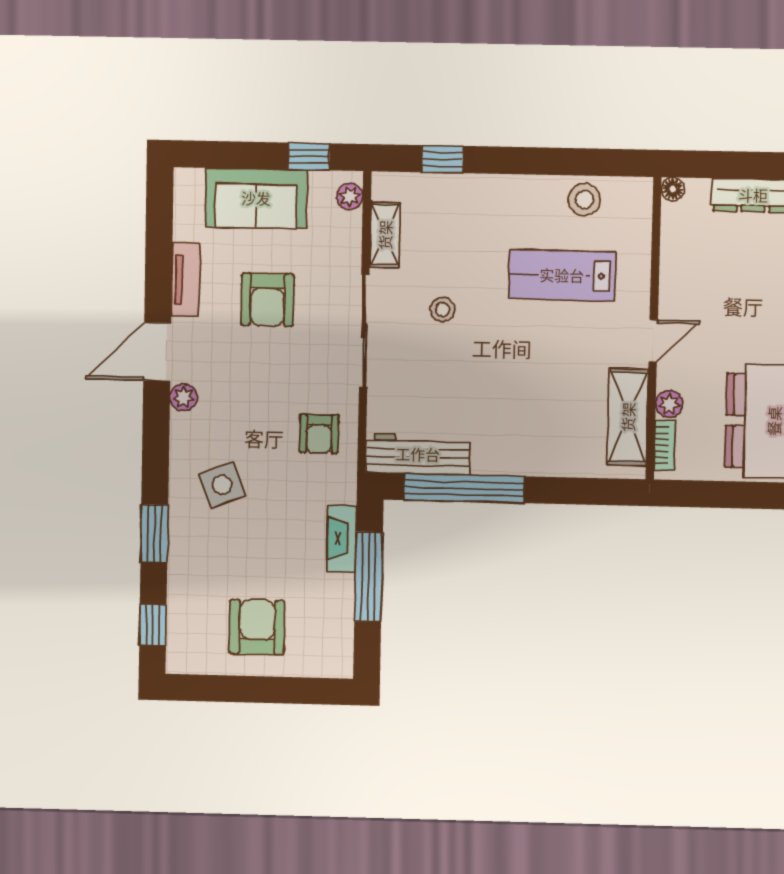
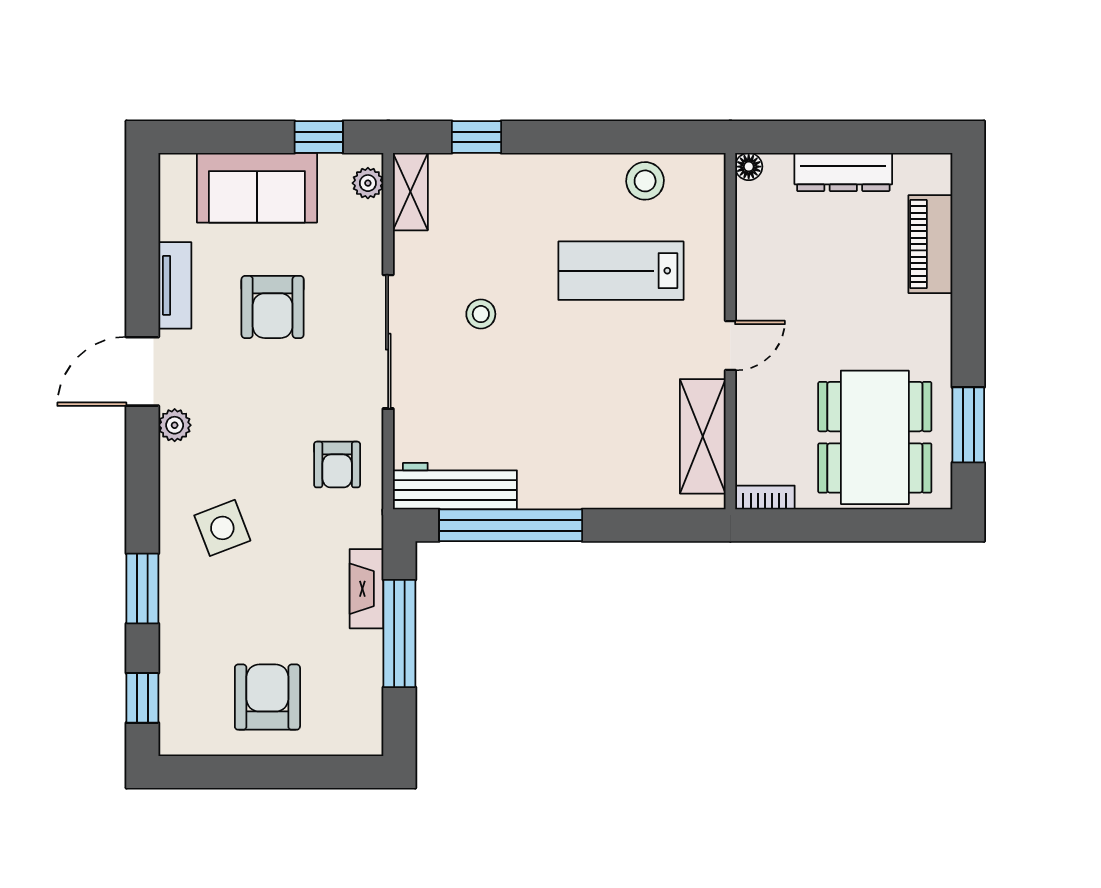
shelving: (385, 235) -> (410, 192), moved
plant: (669, 404) -> (751, 420), removed
bookcase: (665, 445) -> (765, 497), moved, turned -90

